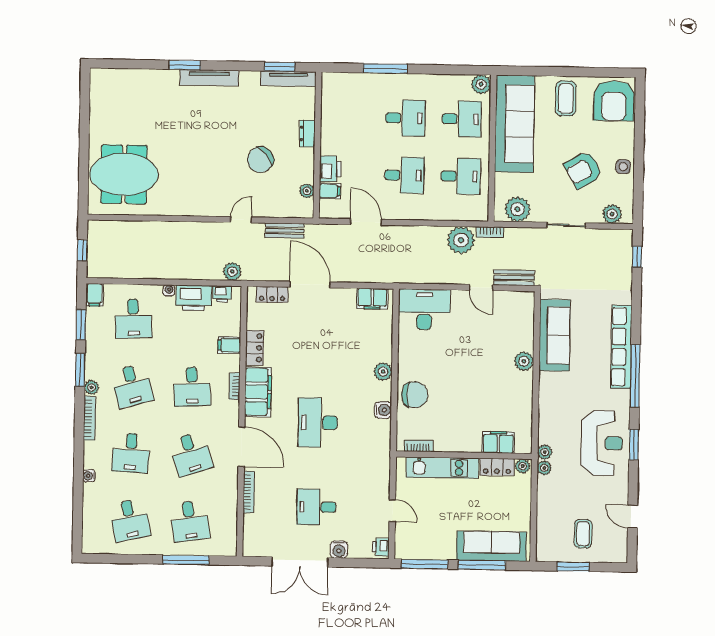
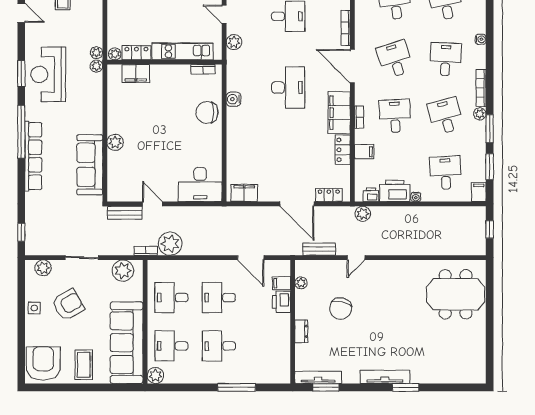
chair: (260, 160) -> (341, 309), turned 143
plant: (383, 372) -> (234, 42), moved

